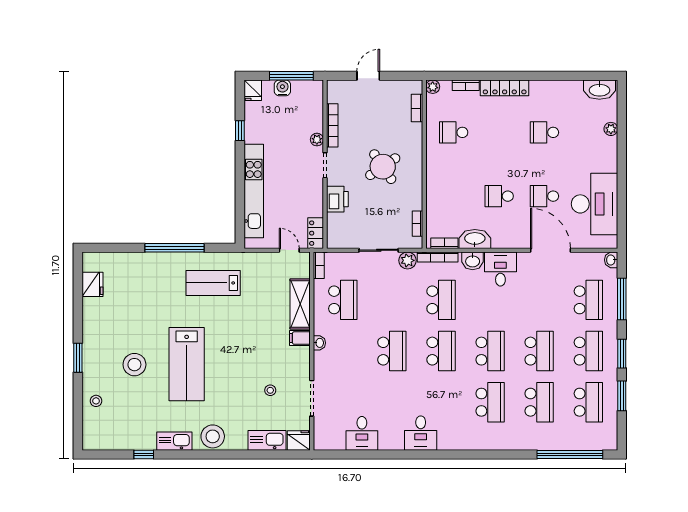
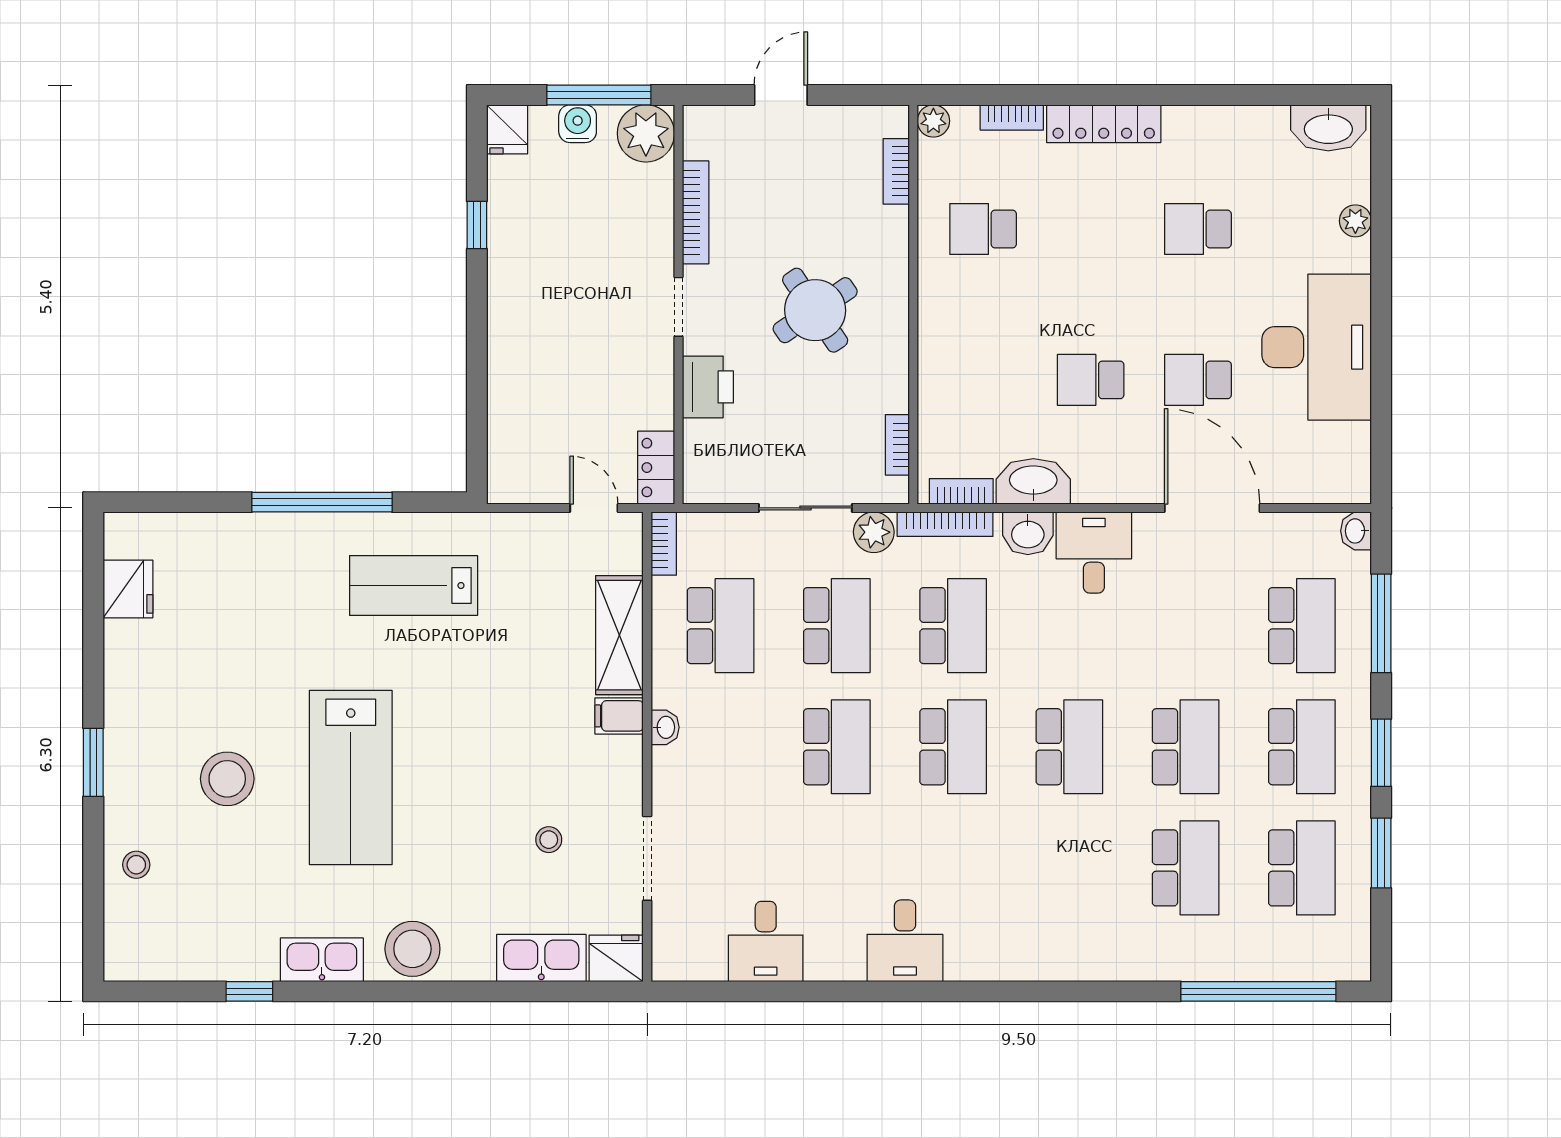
plant: (317, 140) -> (646, 133), moved, width x1.88, depth x1.88
kitchen unit: (254, 191) -> (510, 368), removed
desk: (595, 204) -> (1317, 347), moved
school desk: (490, 402) -> (837, 626), moved

